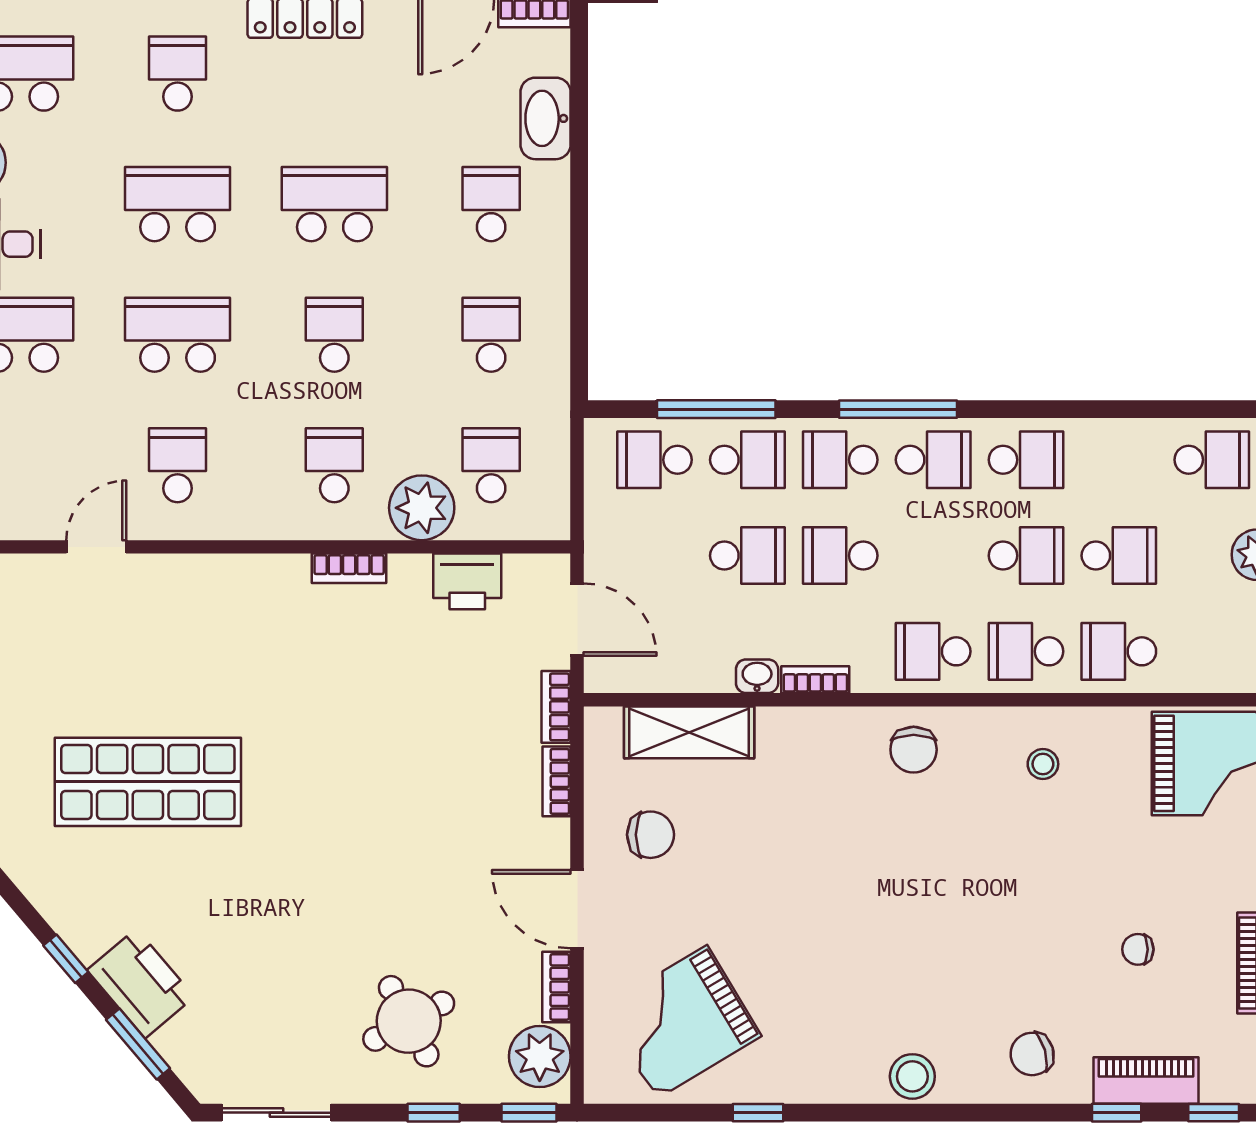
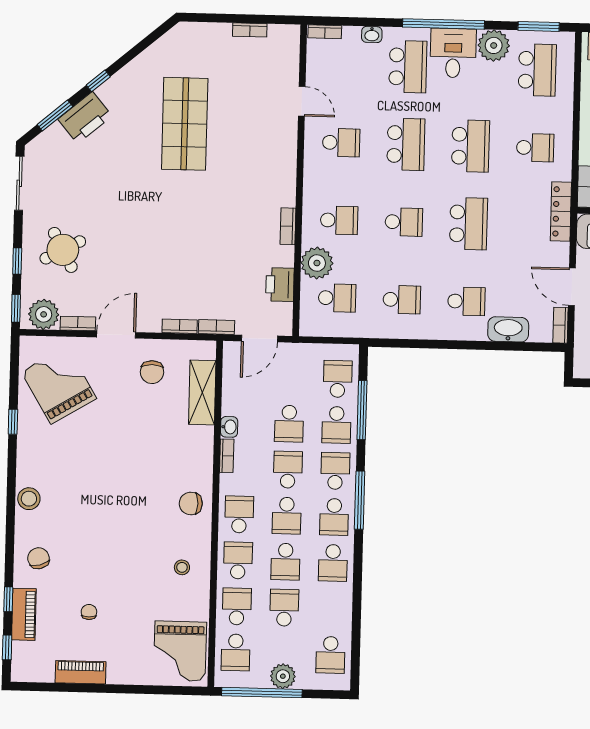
school desk: (933, 556) -> (287, 516), added
school desk: (1119, 556) -> (284, 608), turned 180
school desk: (1212, 651) -> (236, 652), added

